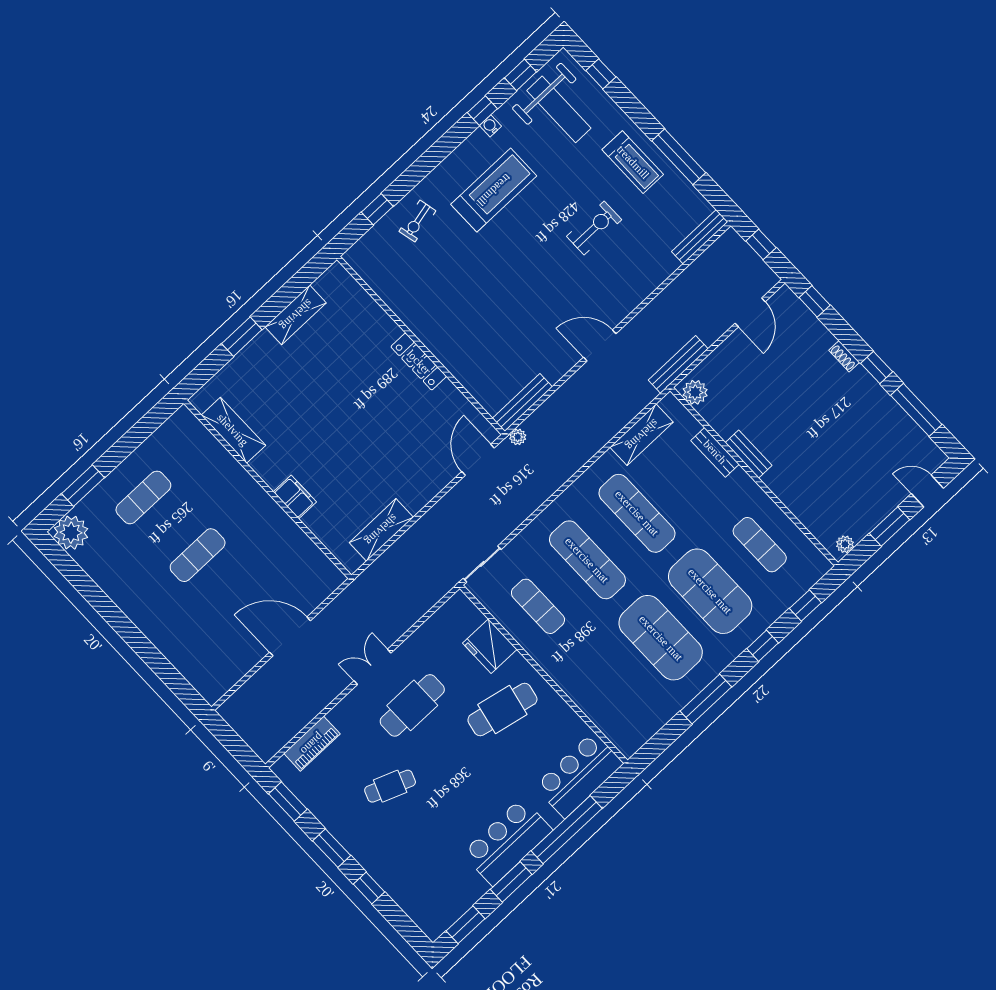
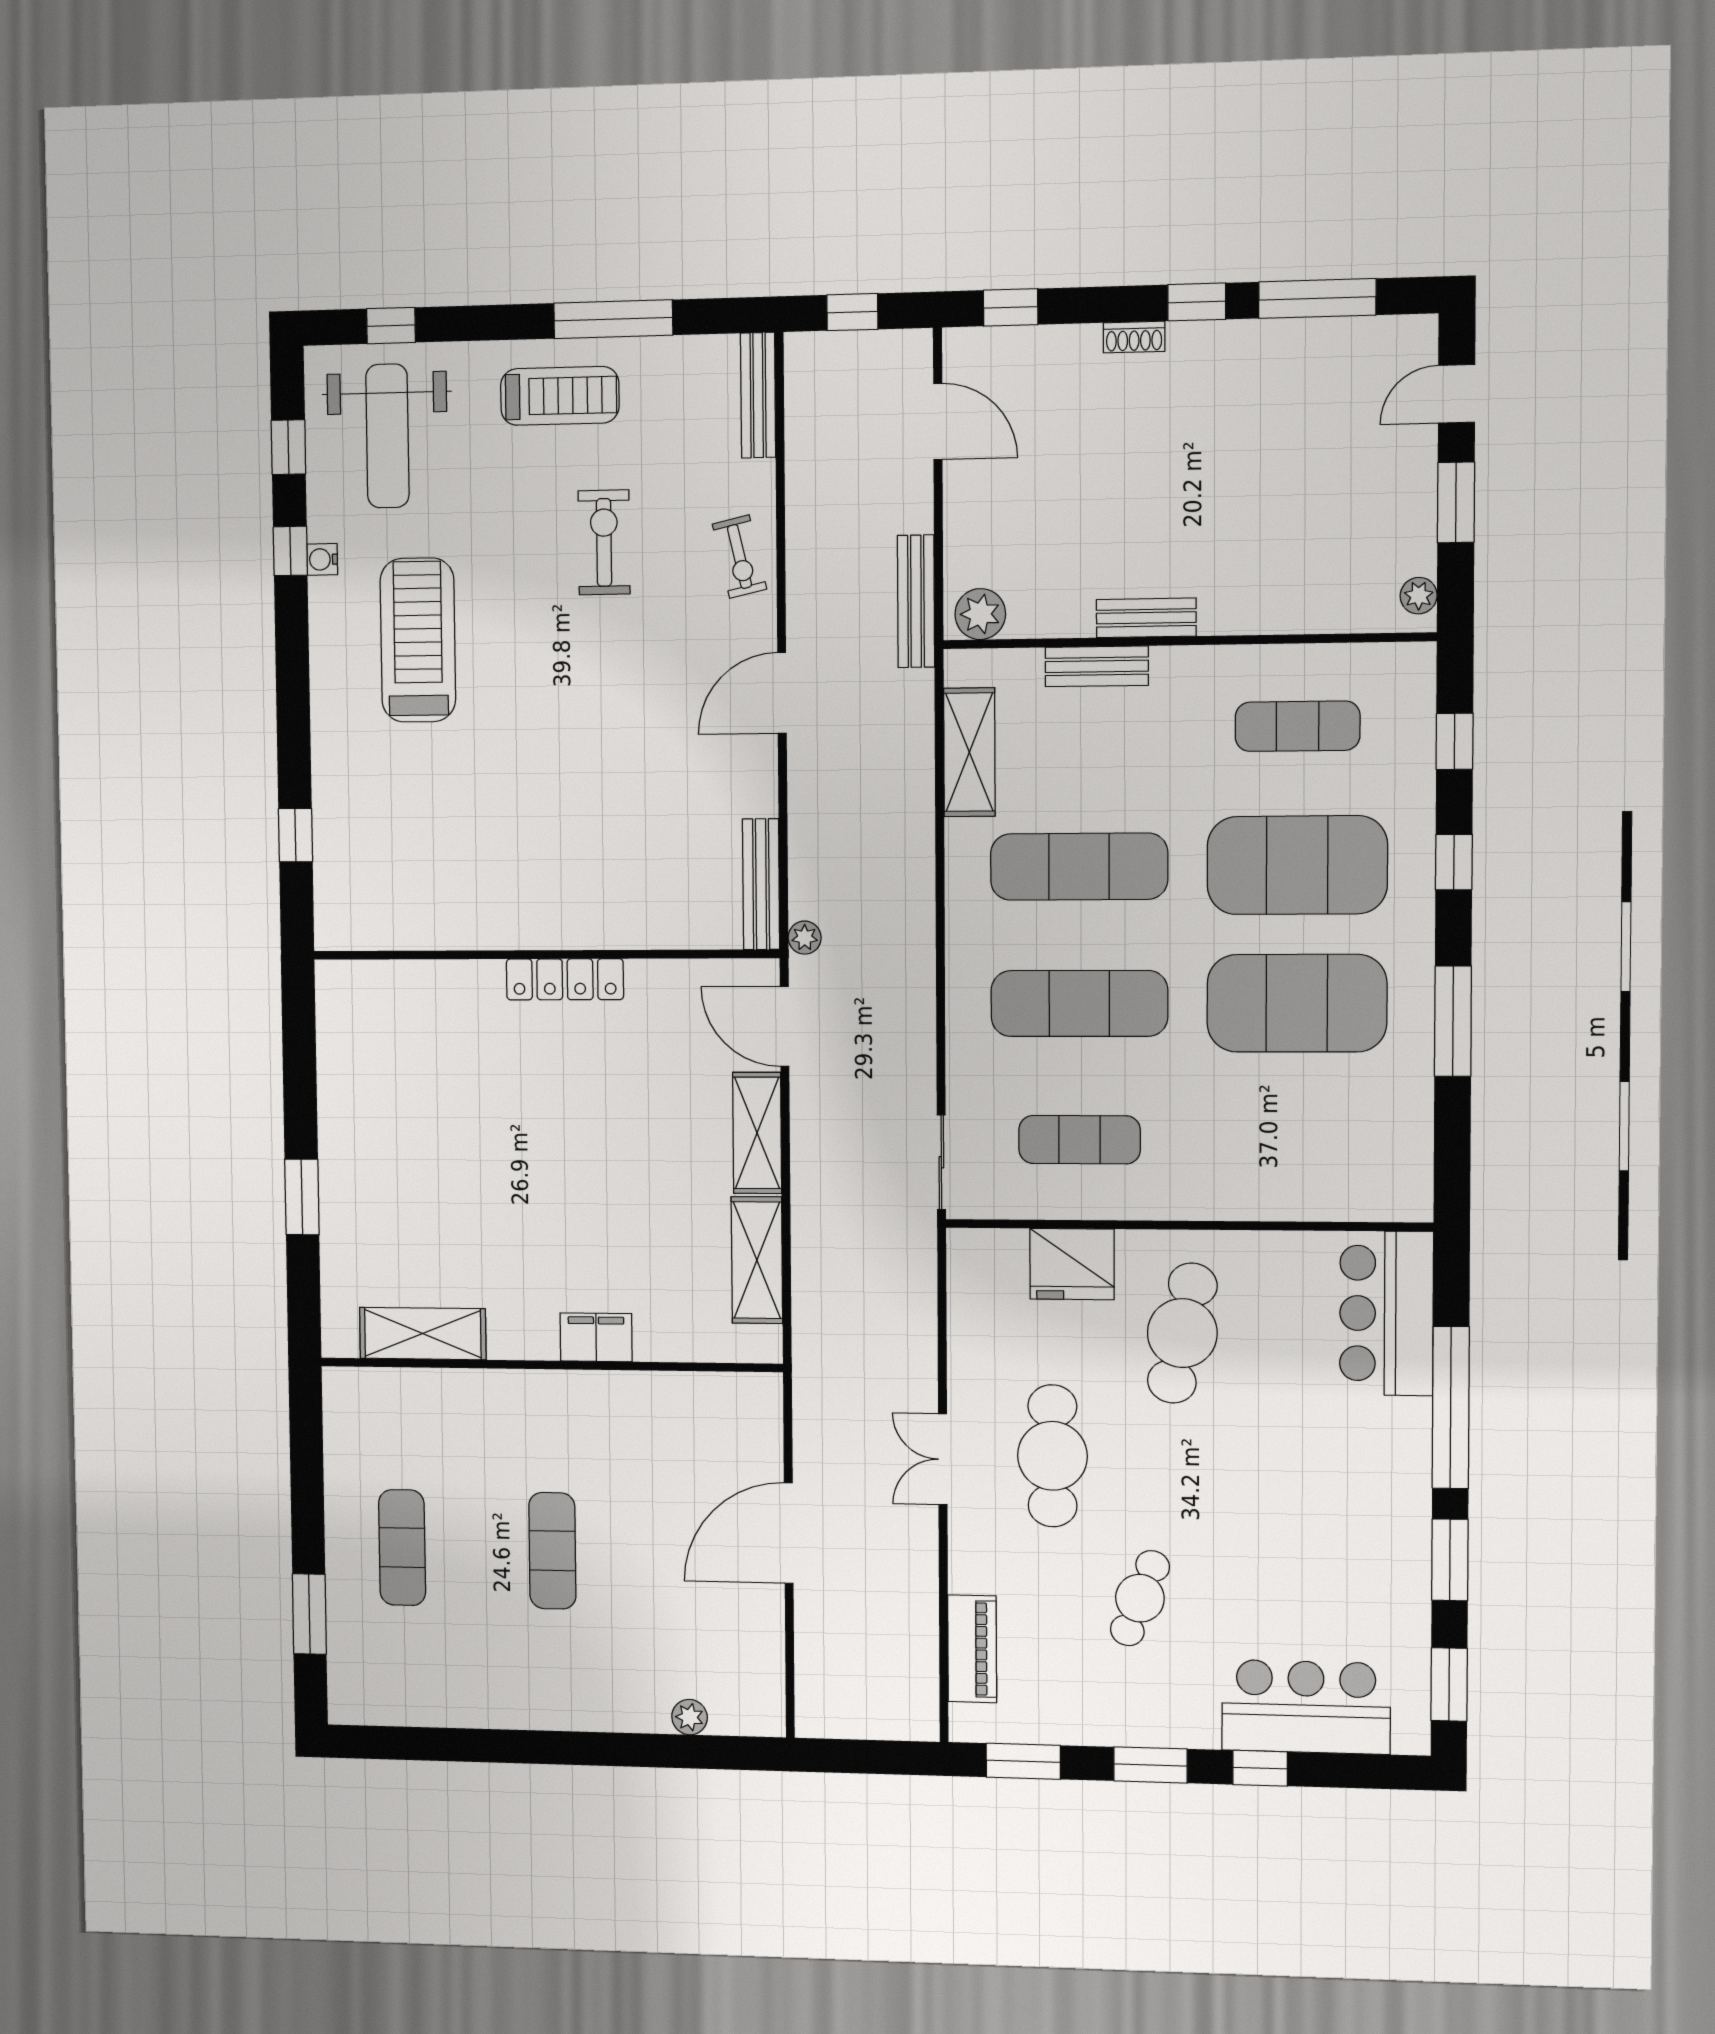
weight bench: (559, 109) -> (387, 436), turned 90
exercise bike: (417, 221) -> (739, 557), moved
shelving: (296, 315) -> (757, 1133), moved
plant: (71, 533) -> (690, 1717), moved, width x0.53, depth x0.53
bar counter: (507, 842) -> (1306, 1707), moved, turned 90

